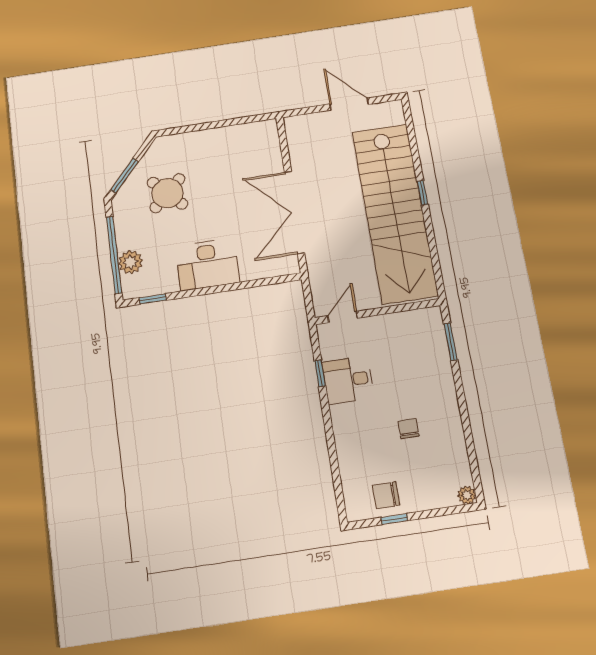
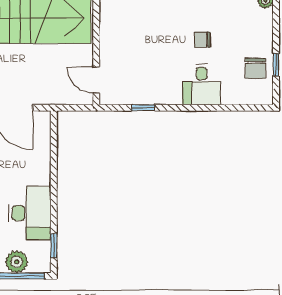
desk: (207, 265) -> (30, 213), moved
desk: (348, 380) -> (202, 85), moved

